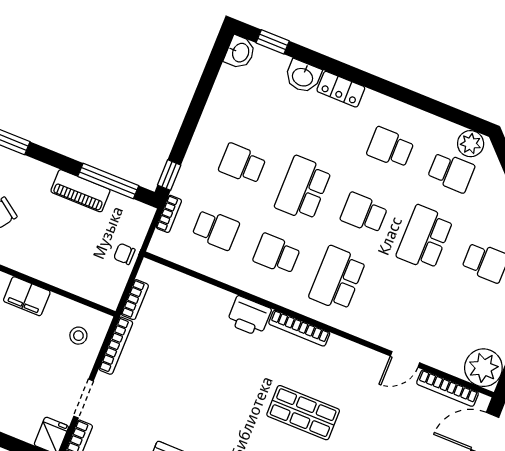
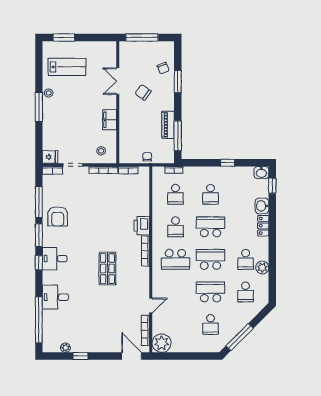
plant: (471, 144) -> (262, 268), moved
school desk: (390, 148) -> (246, 259), turned 180
school desk: (242, 164) -> (210, 194), turned 180
window: (169, 175) -> (228, 163), moved
school desk: (364, 213) -> (210, 259), width x1.85
school desk: (277, 254) -> (175, 227), turned 180
school desk: (337, 279) -> (175, 259), turned 180
door: (405, 359) -> (151, 305), swing flipped

